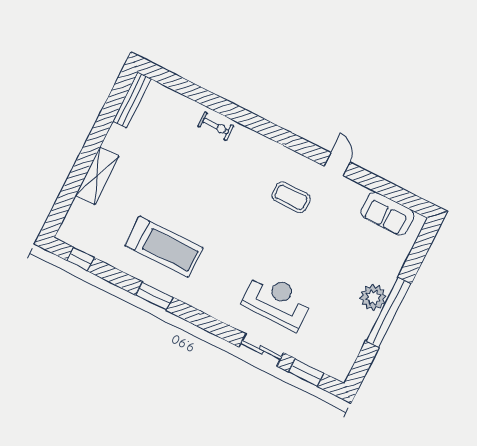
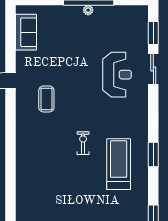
exercise bike: (216, 126) -> (83, 143), moved
plant: (373, 297) -> (88, 10), width x0.53, depth x0.53
reception desk: (277, 301) -> (117, 75), turned 180

